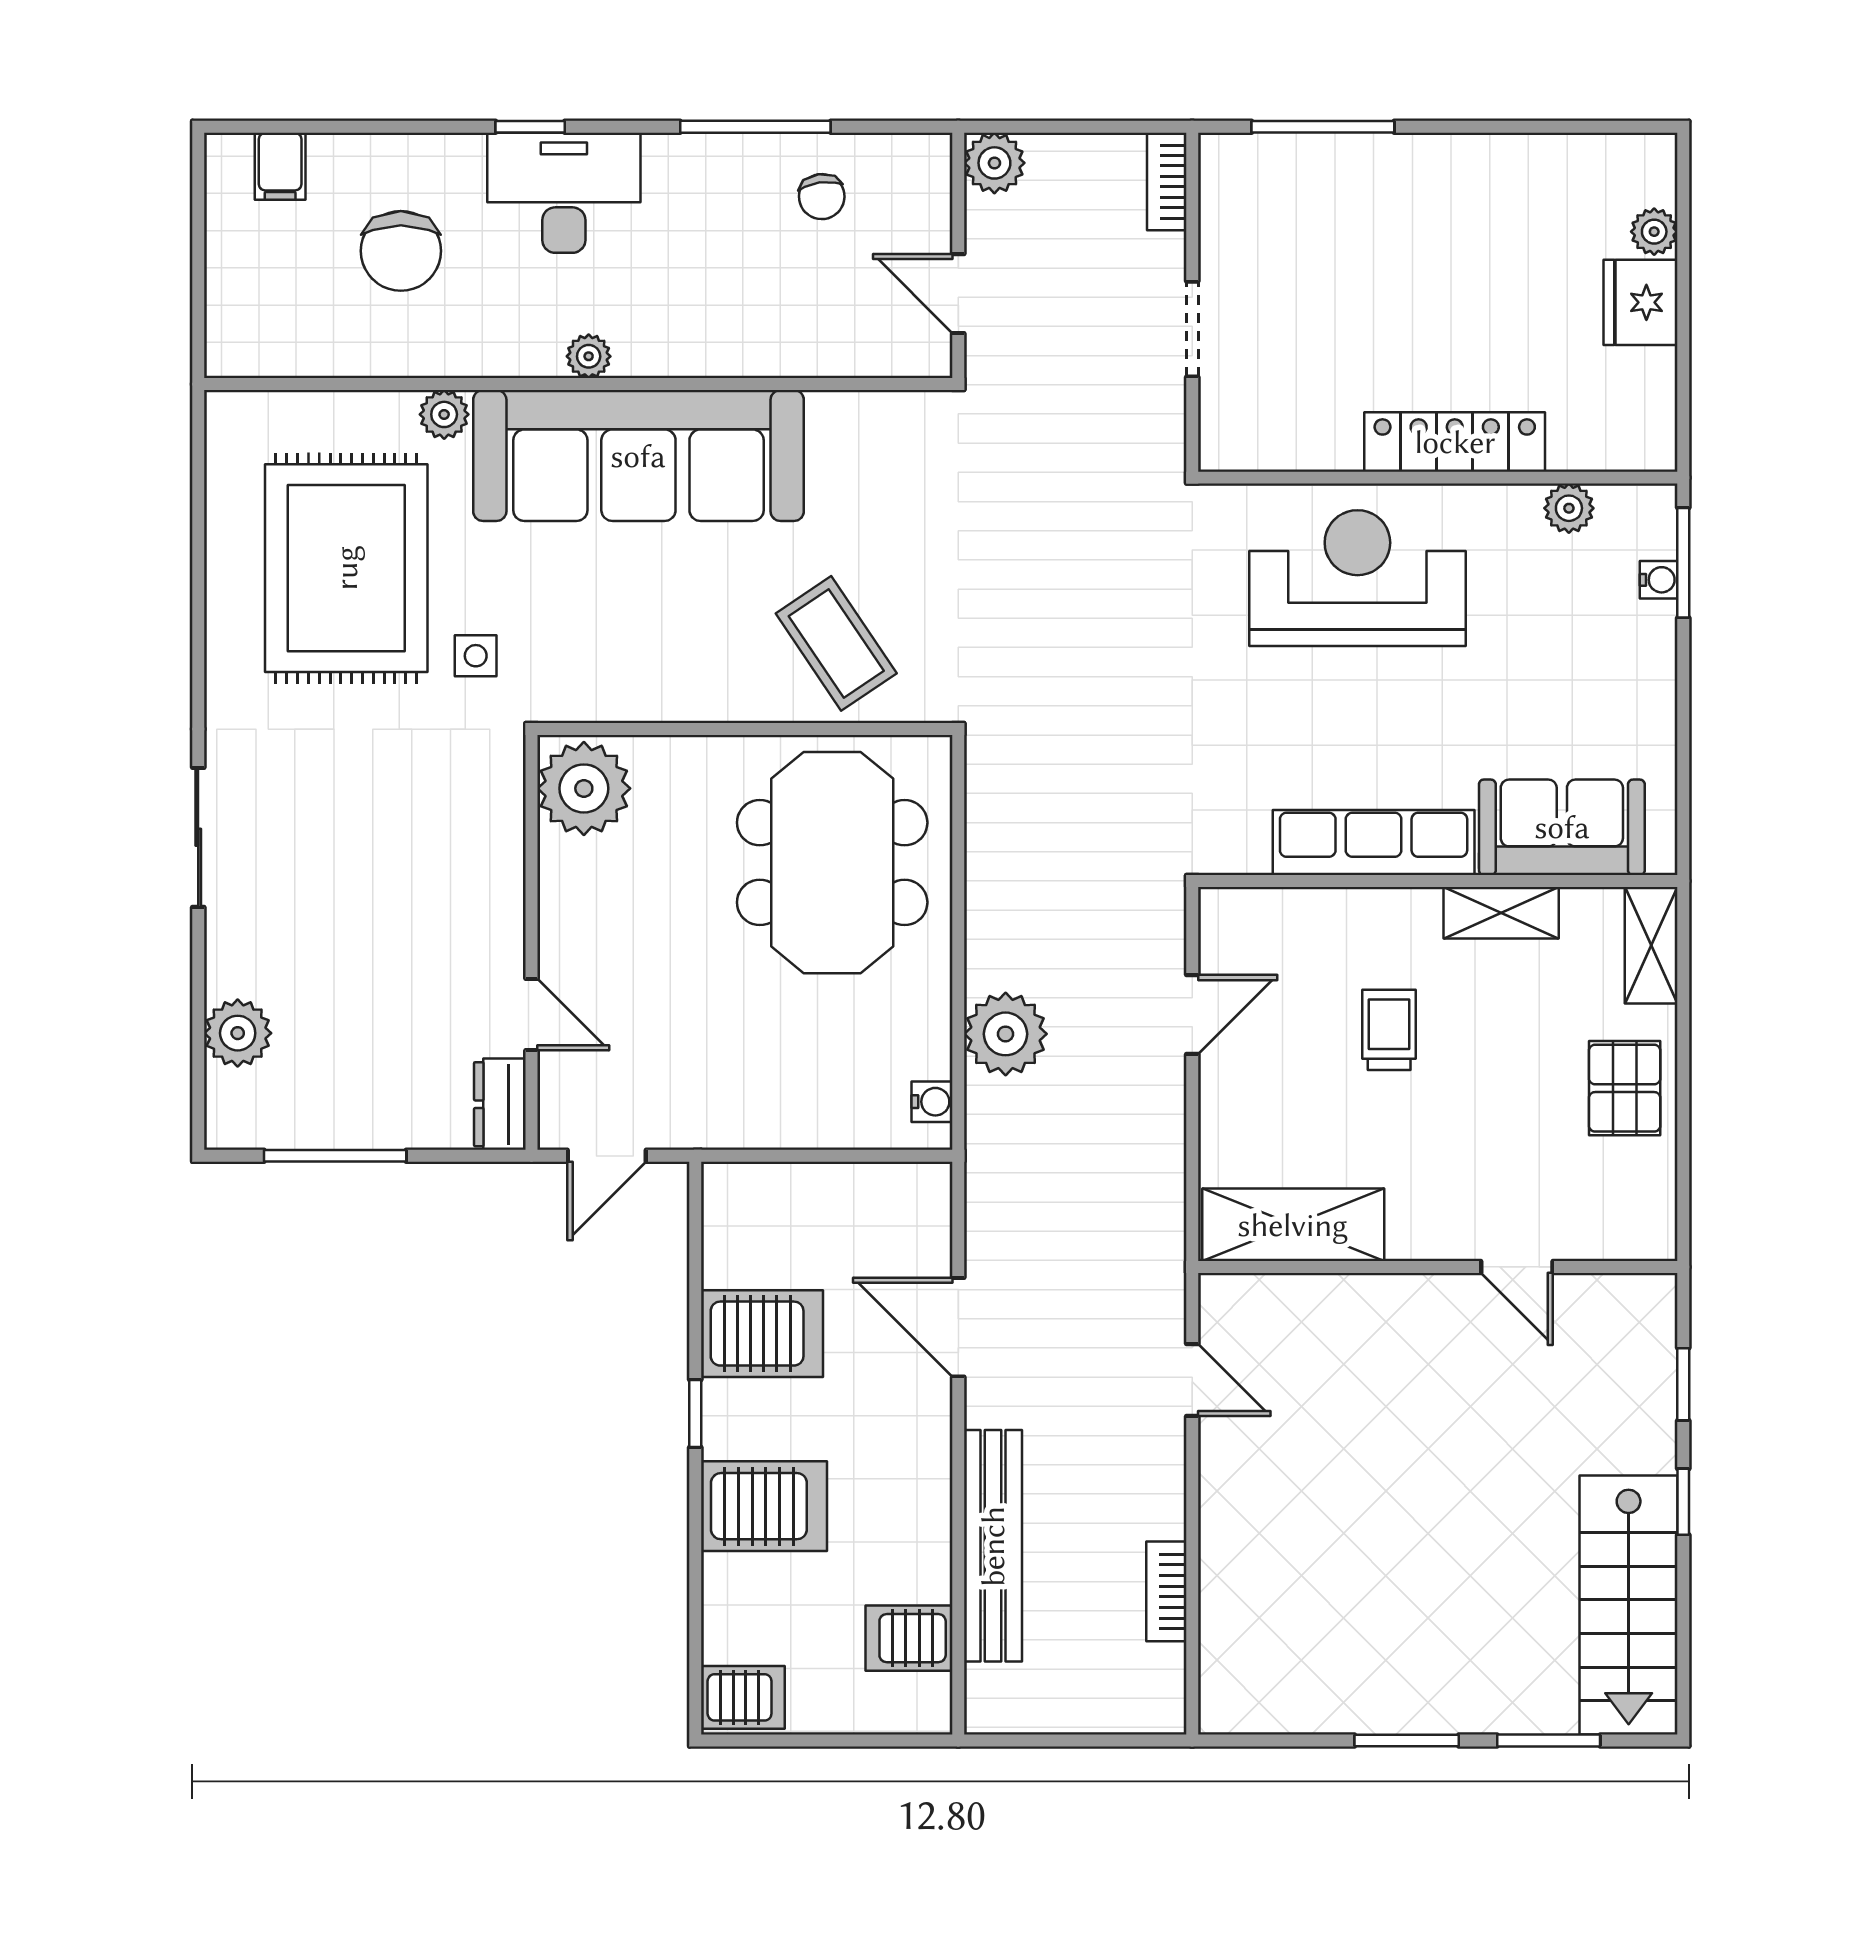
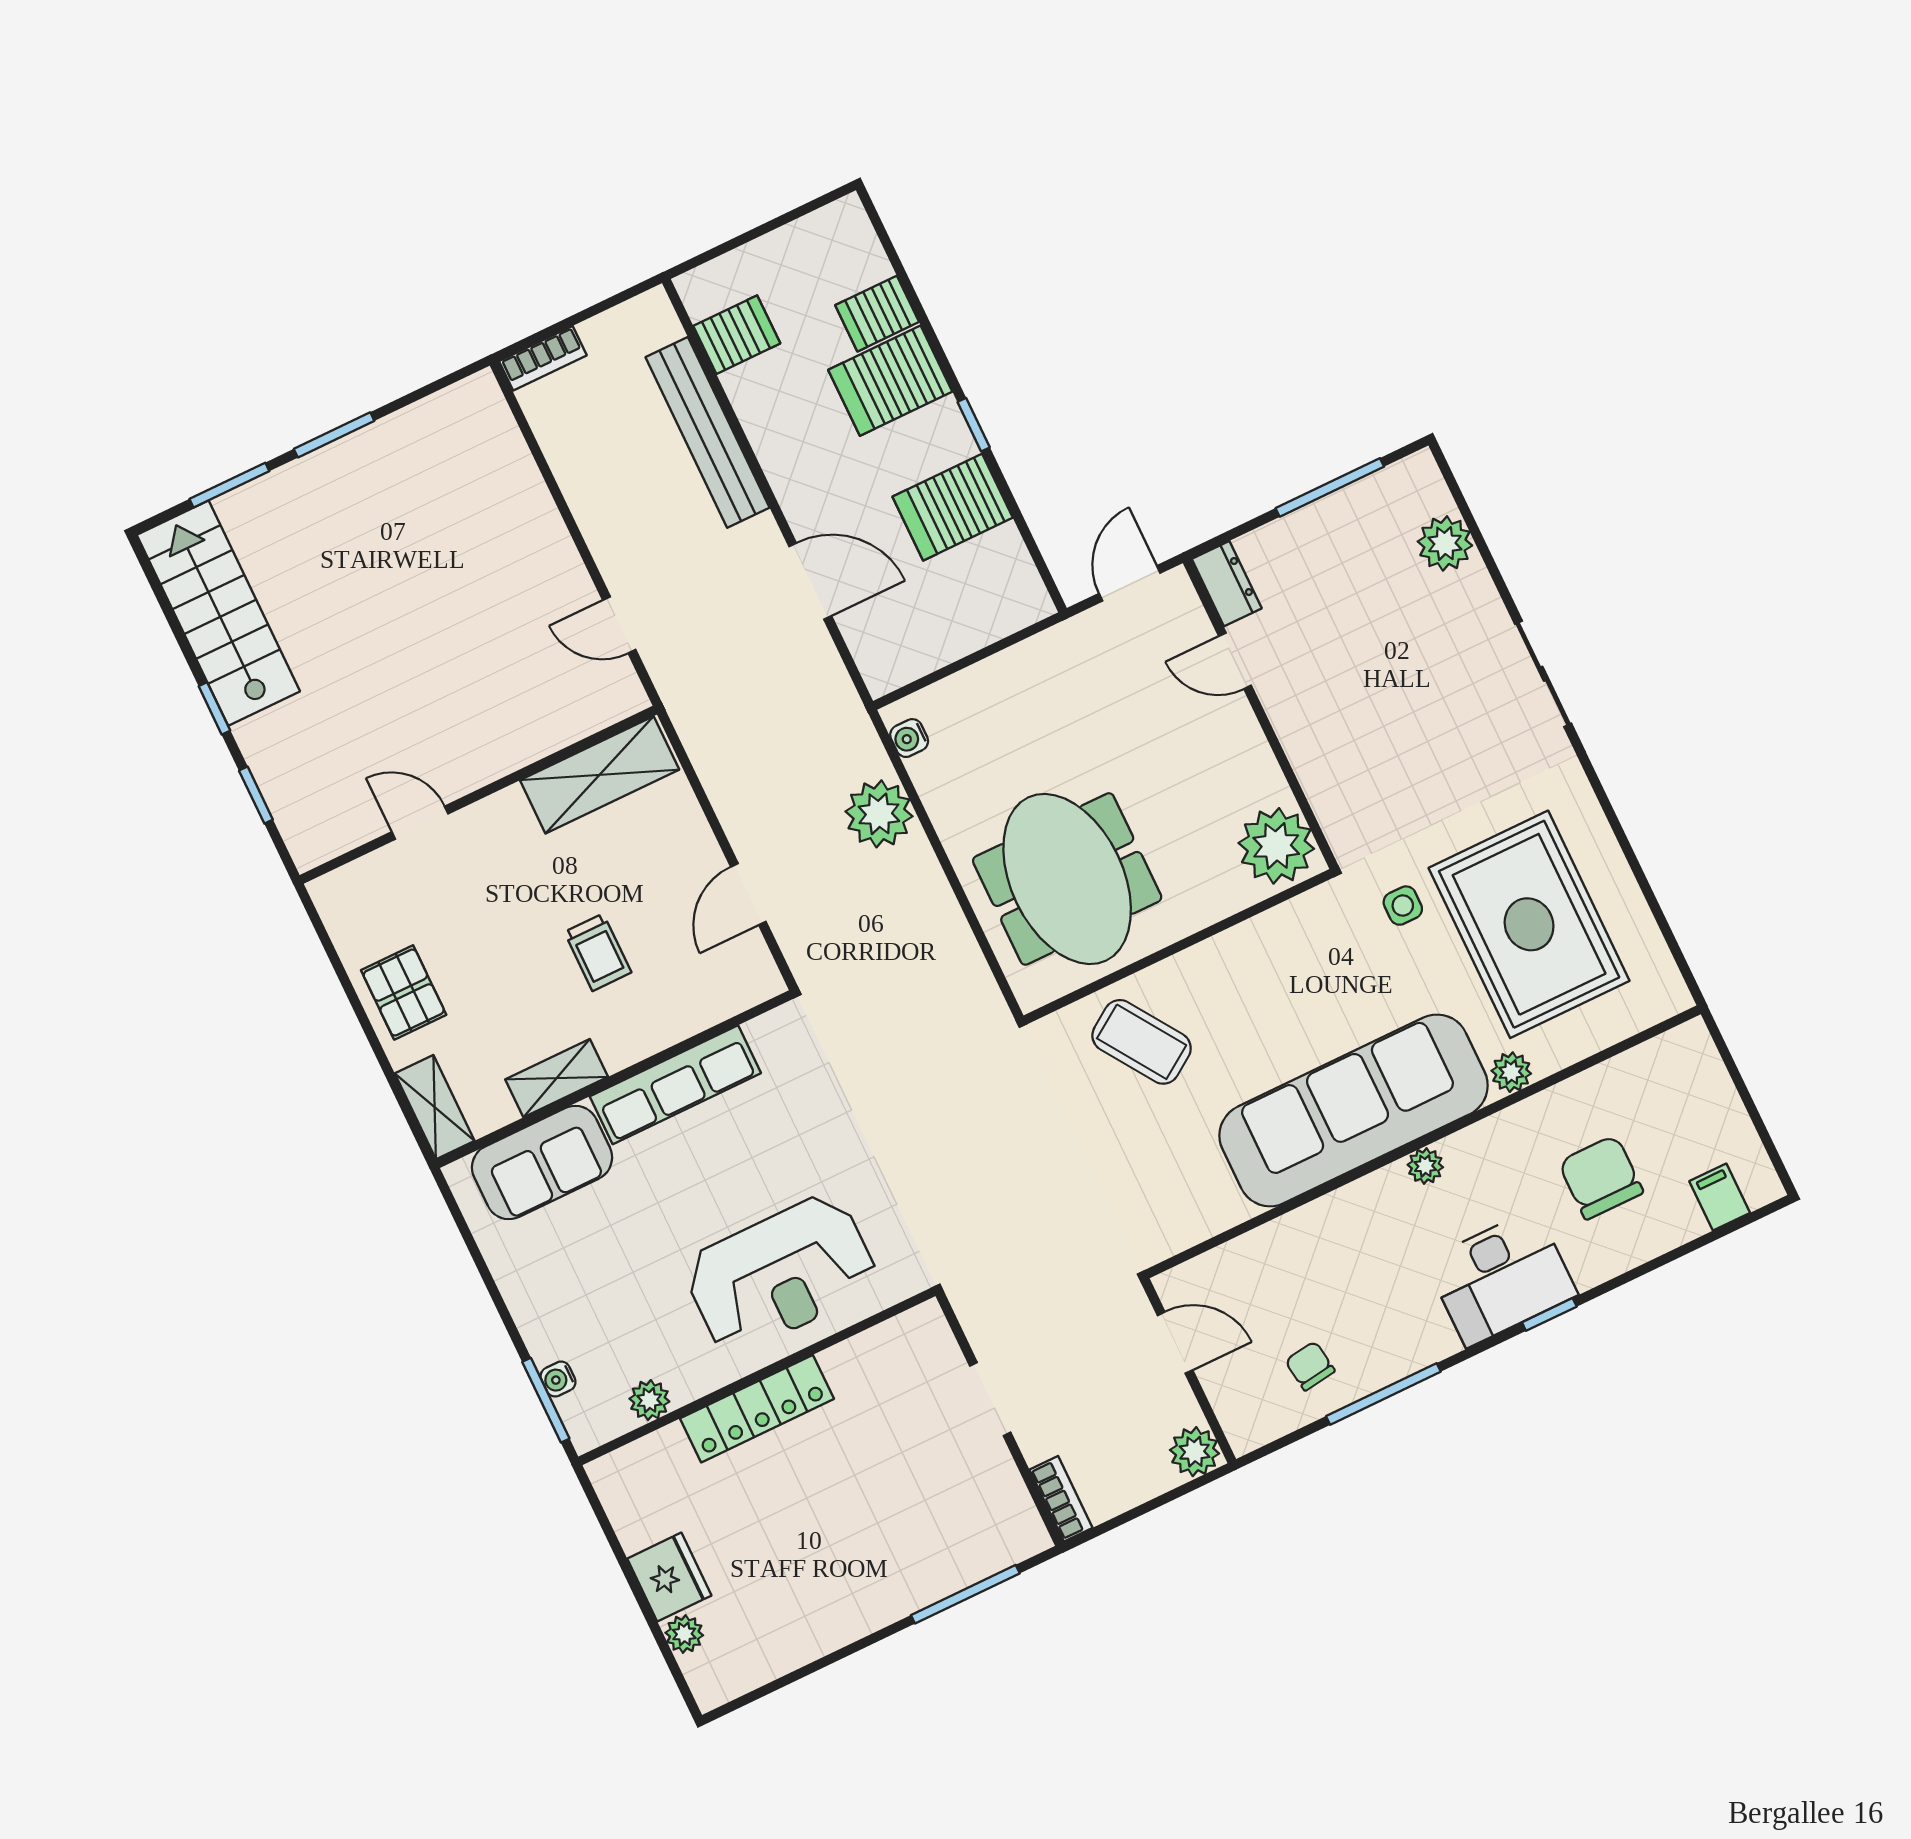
bookcase: (1166, 1591) -> (543, 358), moved, turned 90
server rack: (743, 1697) -> (877, 314), moved

